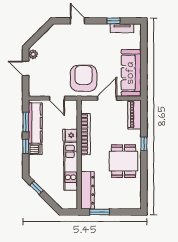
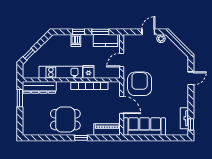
window: (114, 21) -> (191, 124), moved
armchair: (84, 78) -> (140, 84), turned -90
kitchen counter: (35, 123) -> (106, 41), width x0.67
window: (37, 188) -> (29, 54), moved

